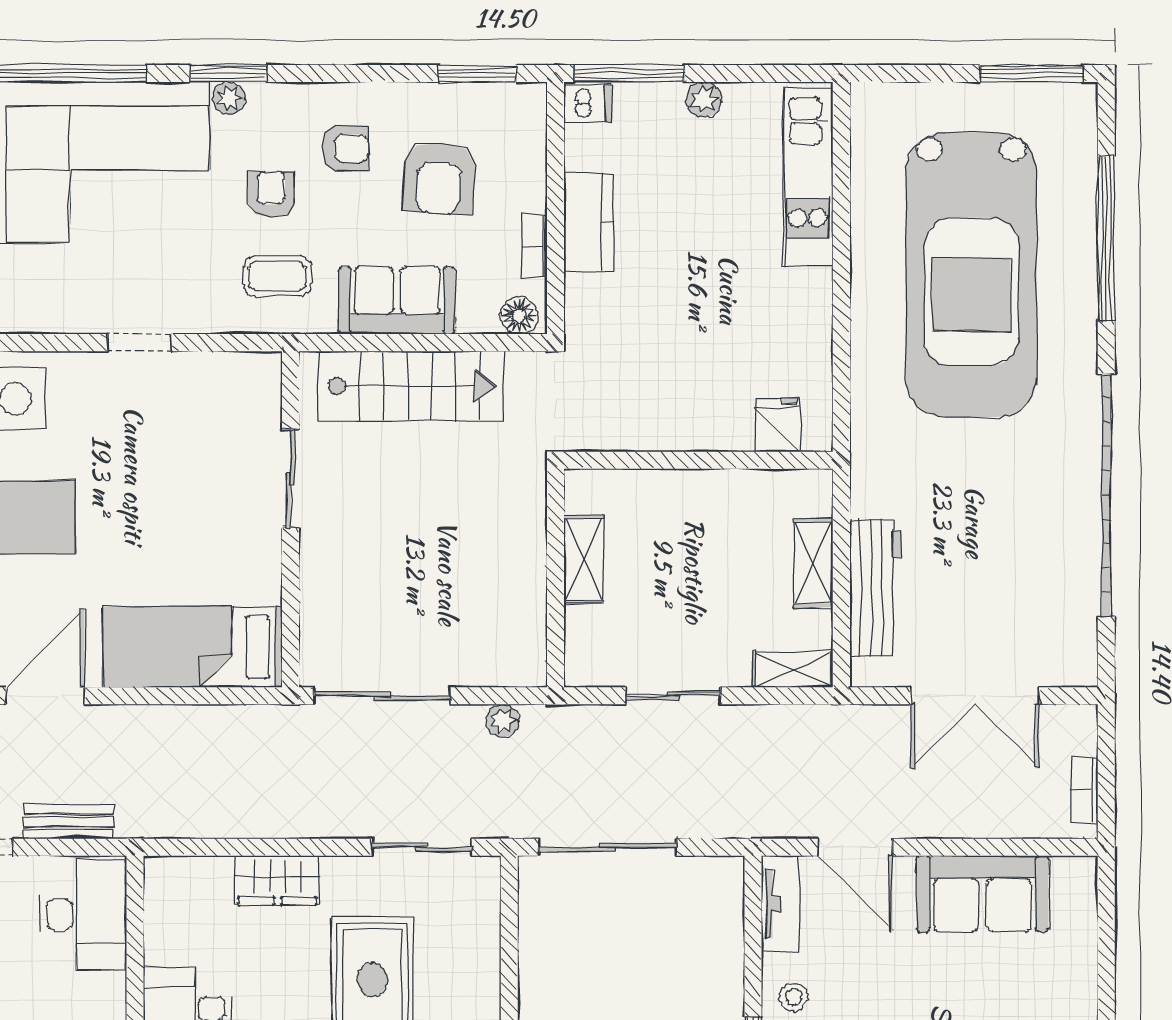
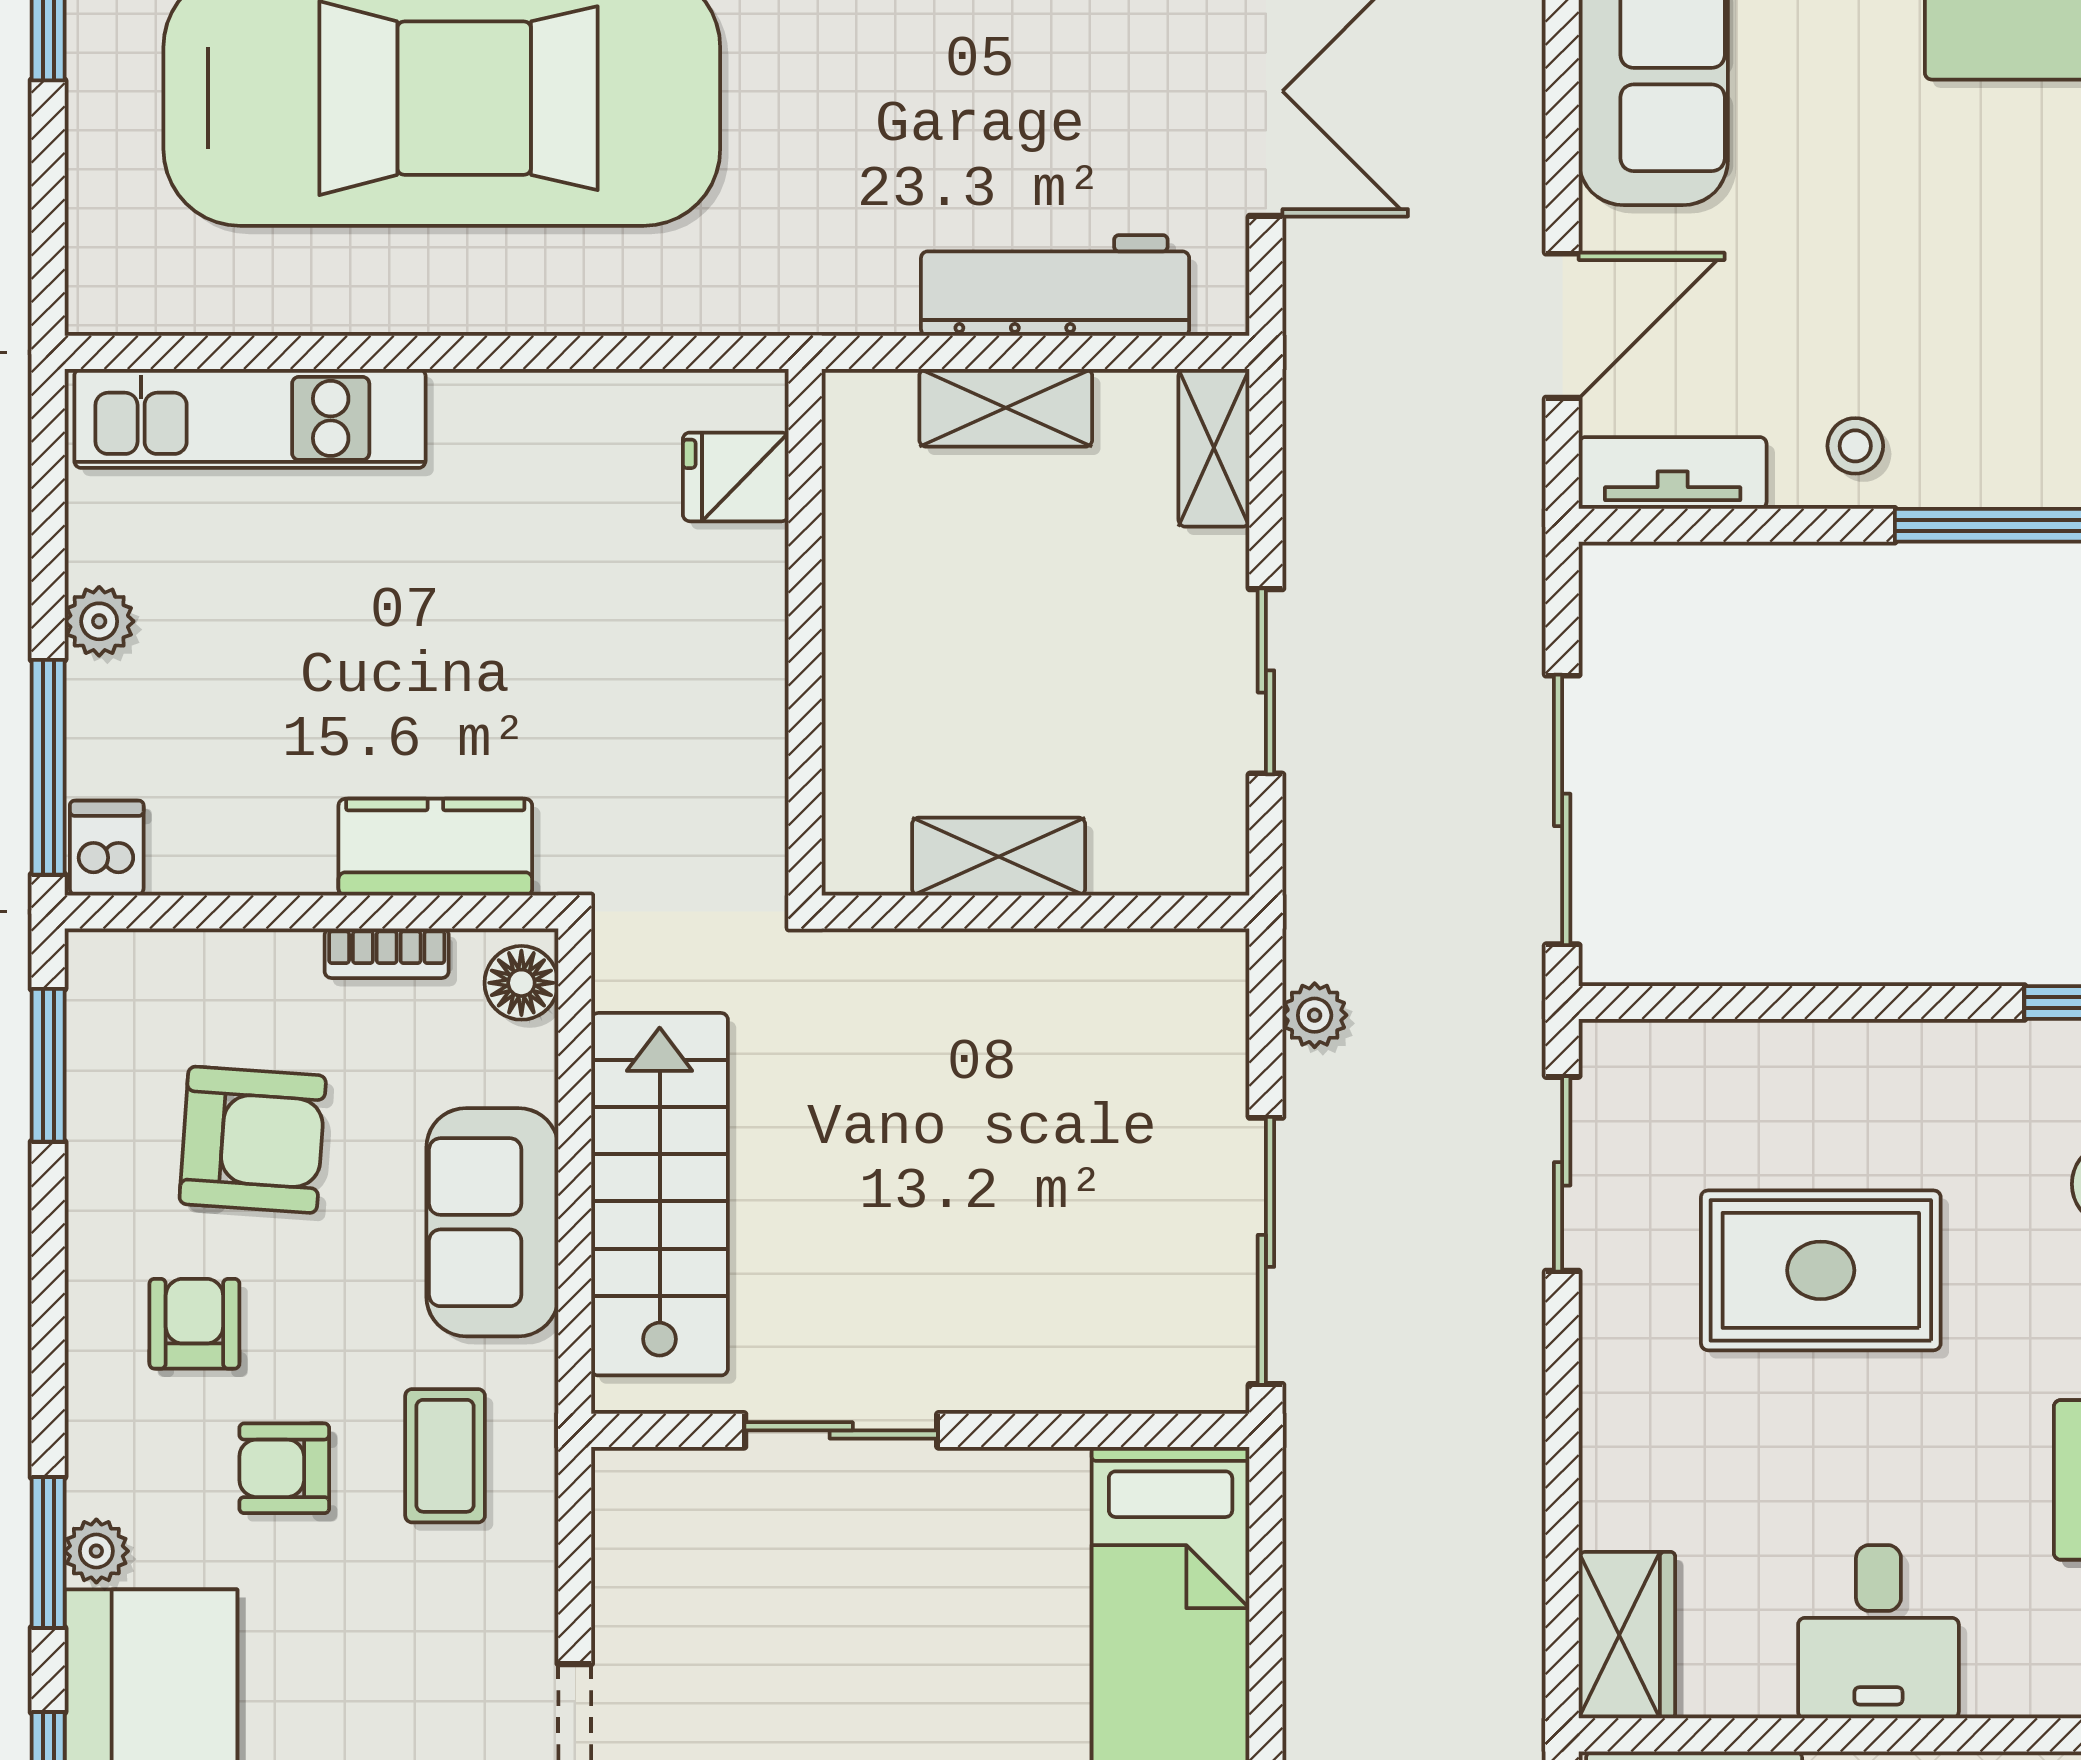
kitchen counter: (589, 222) -> (435, 847), moved
wardrobe: (277, 880) -> (1627, 1635), moved

